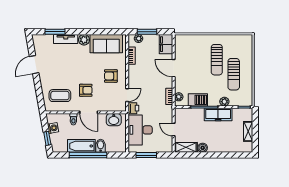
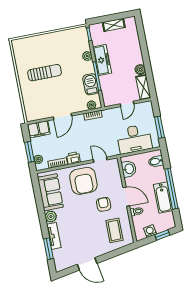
sun lounger: (234, 74) -> (56, 52), removed
armchair: (111, 76) -> (83, 181), width x1.88, depth x1.88
printer: (133, 108) -> (73, 158), moved
door: (89, 112) -> (126, 197), hinge flipped
bidet: (101, 146) -> (156, 161), moved

